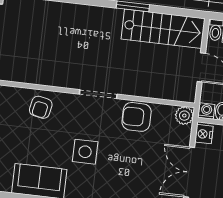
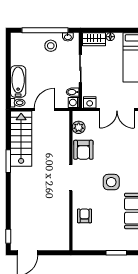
armchair: (41, 107) -> (84, 216), turned -102
plant: (184, 116) -> (79, 127), moved

